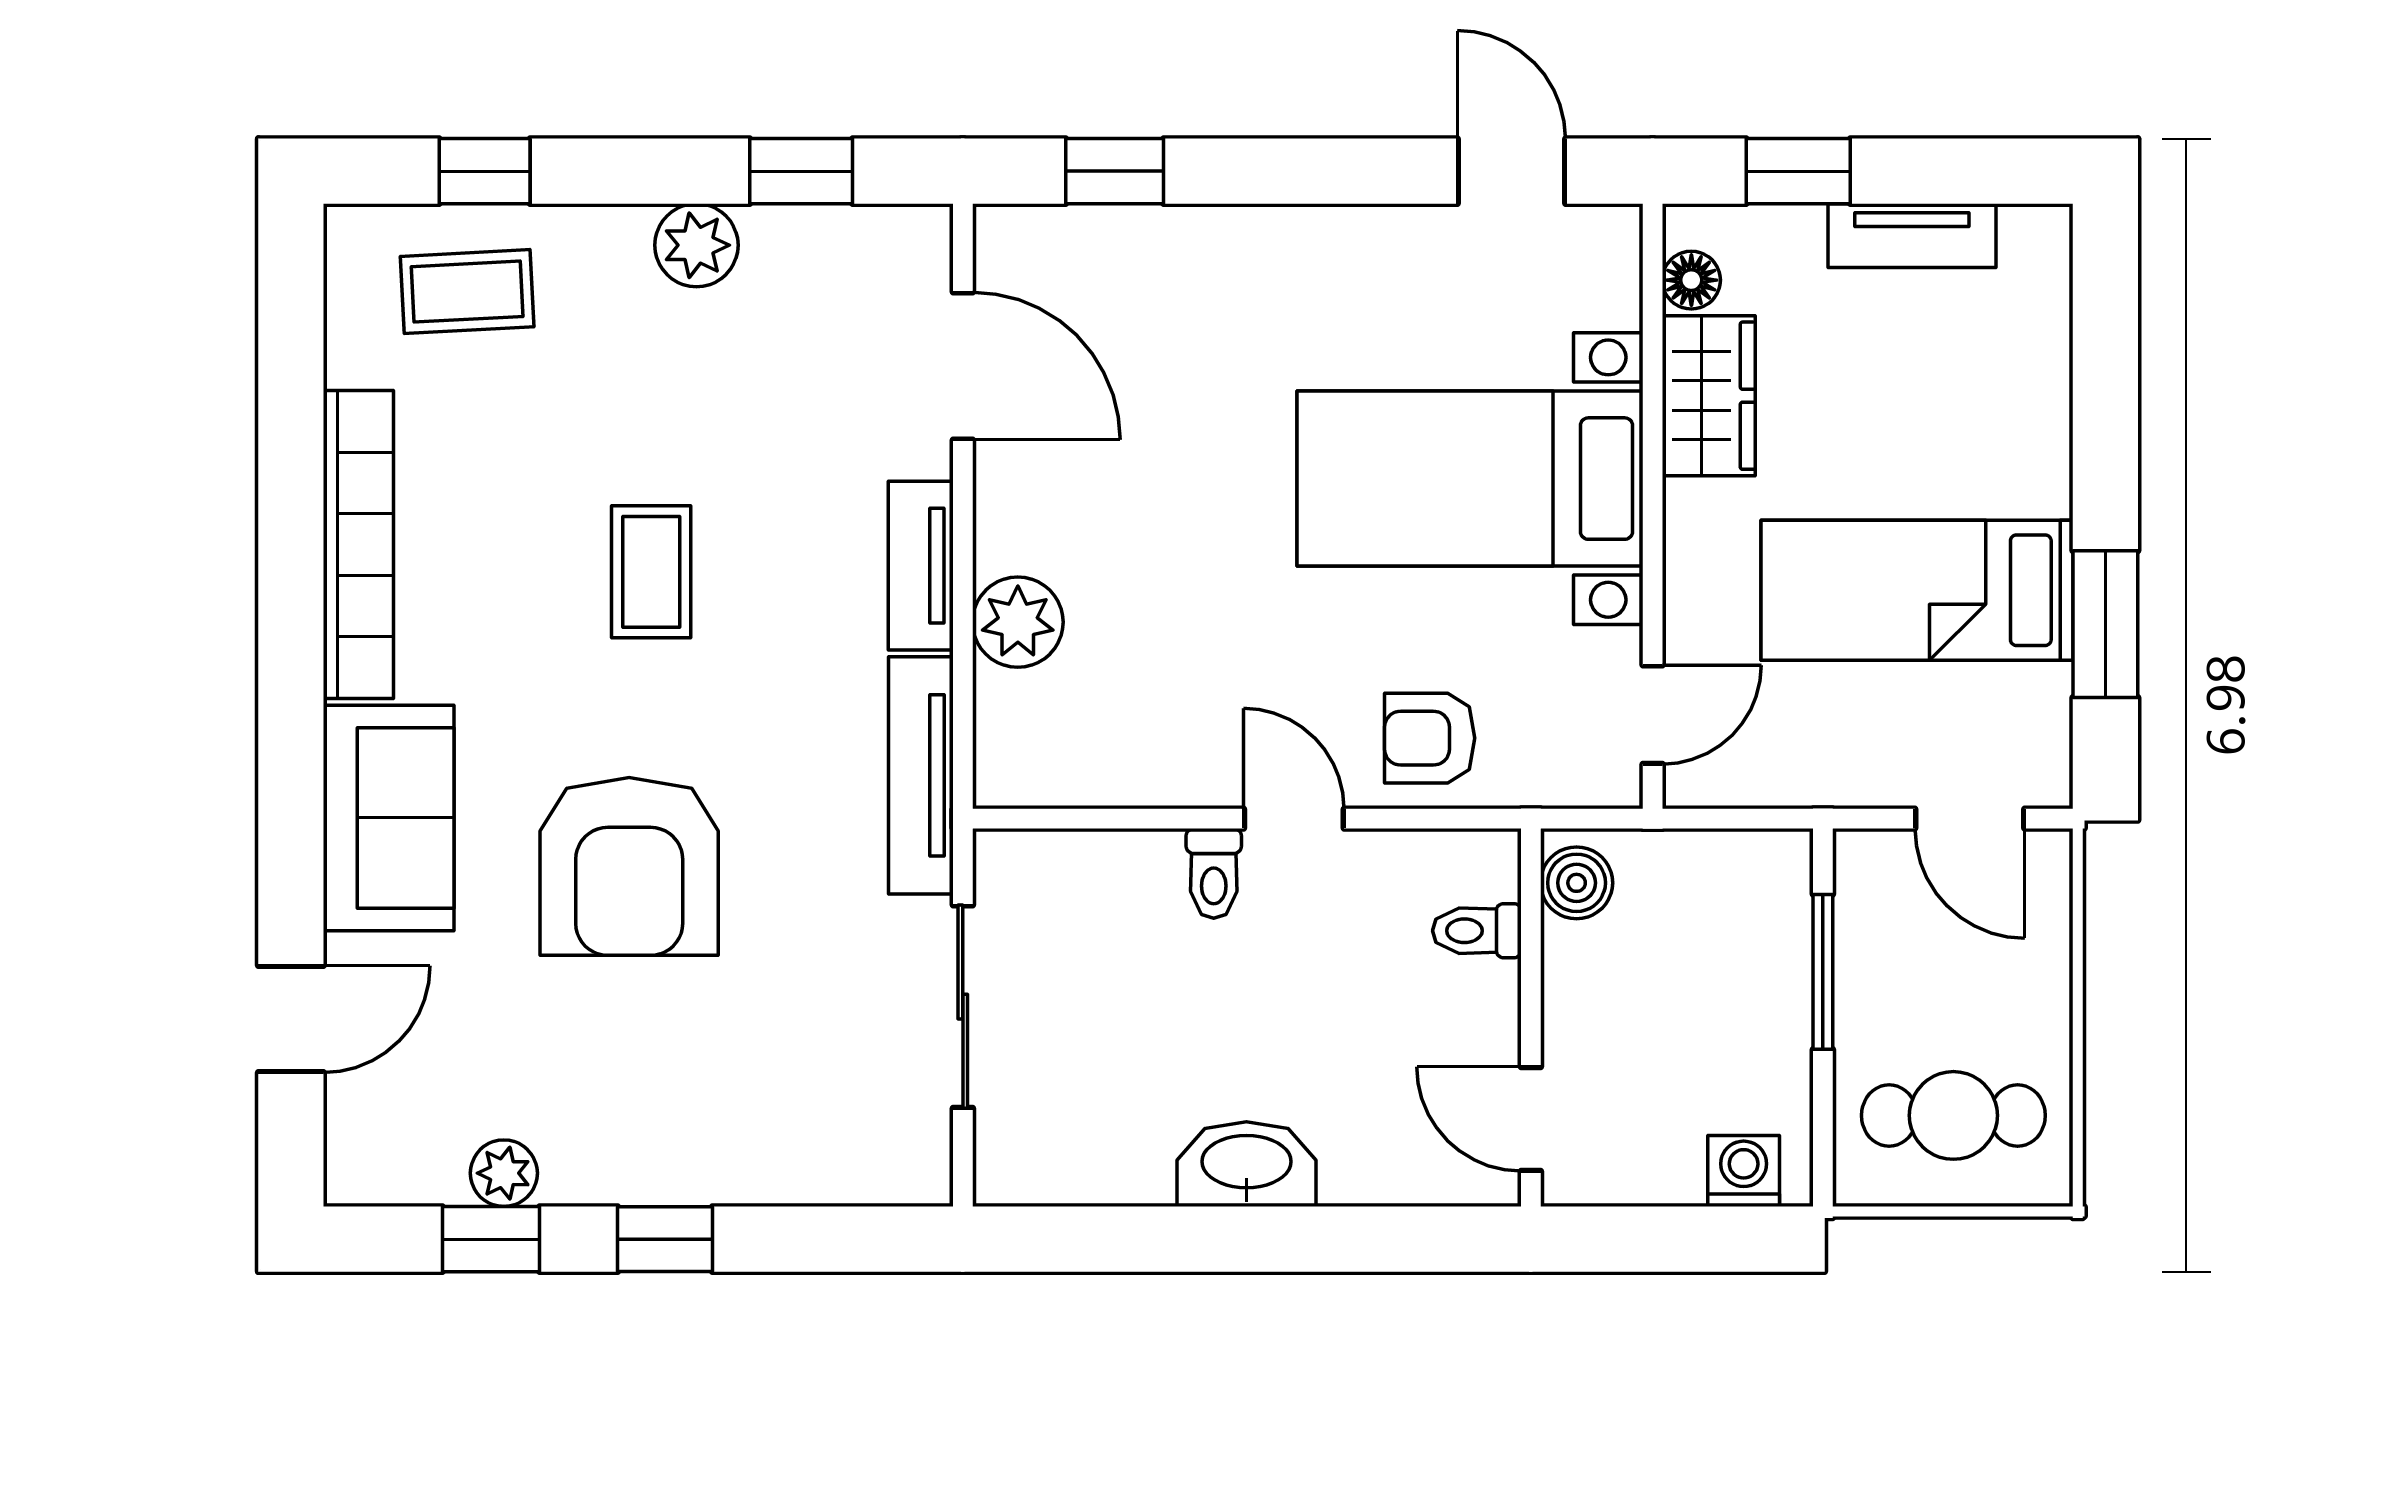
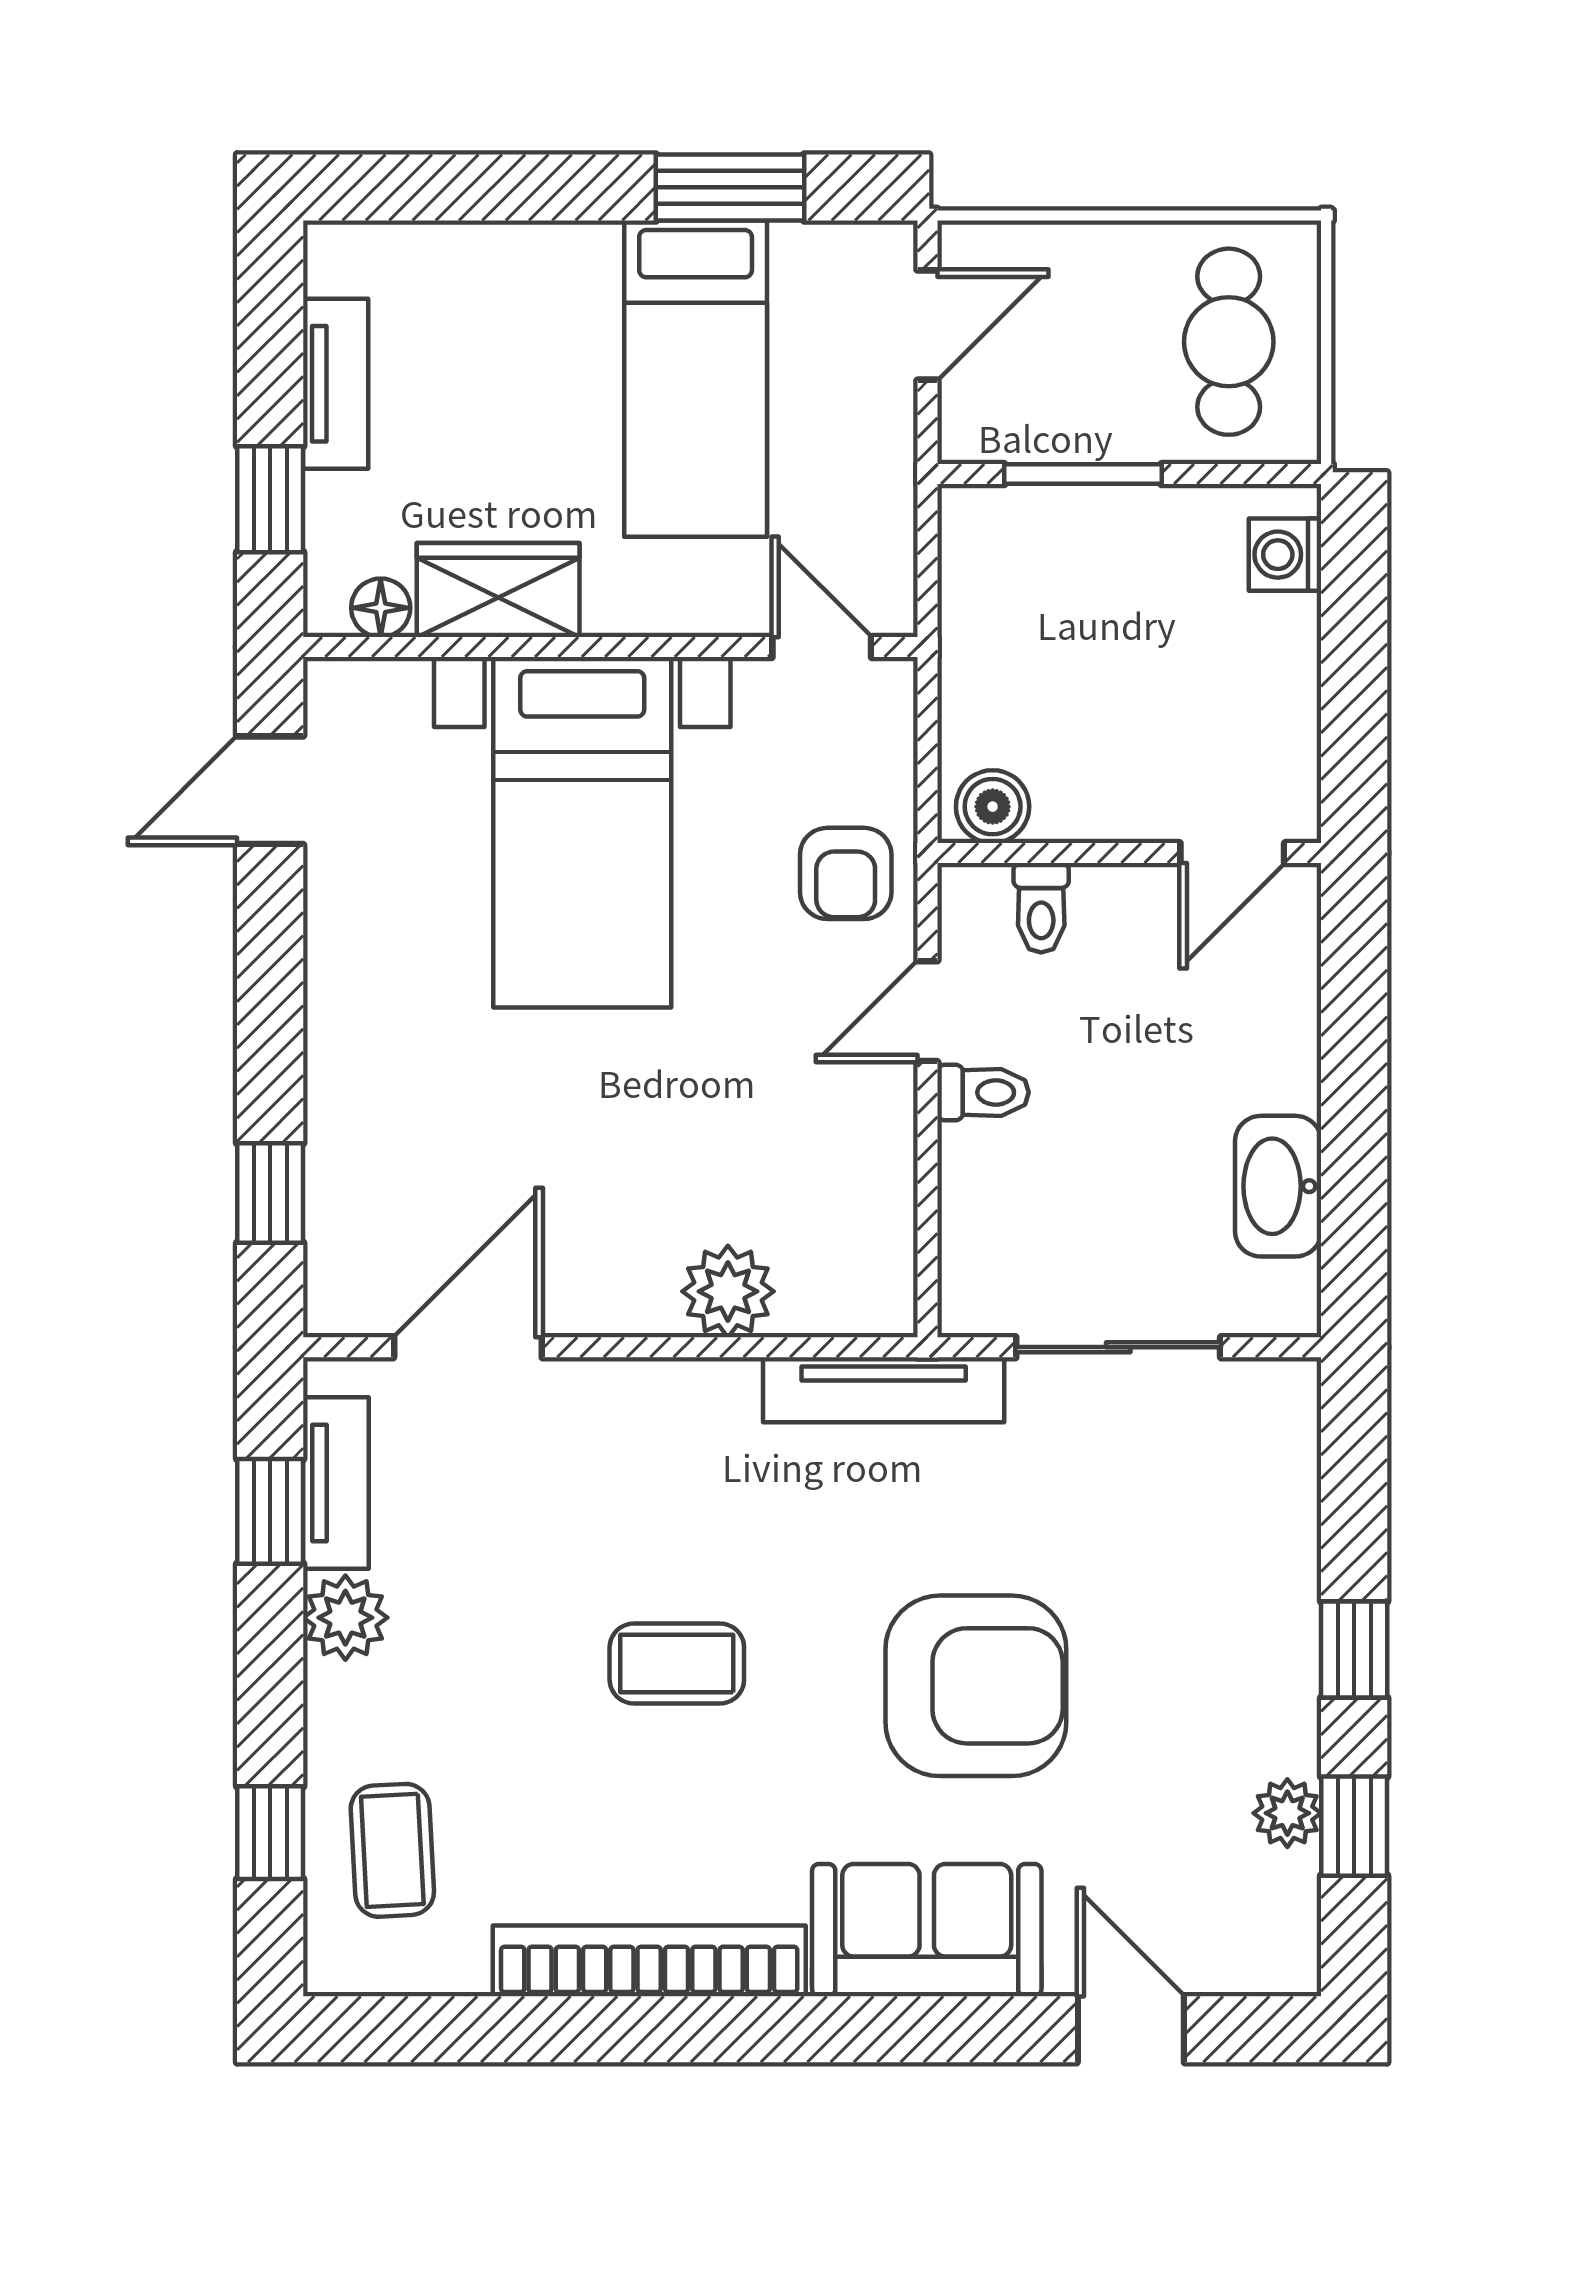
tv unit: (921, 566) -> (336, 1483), moved, turned -90
boiler: (1577, 883) -> (993, 807), moved
toilet: (1477, 931) -> (1041, 908), moved
wall: (1531, 1018) -> (1129, 853), moved
door: (1531, 1119) -> (1232, 853), moved
washbasin: (1246, 1164) -> (1278, 1186), moved

